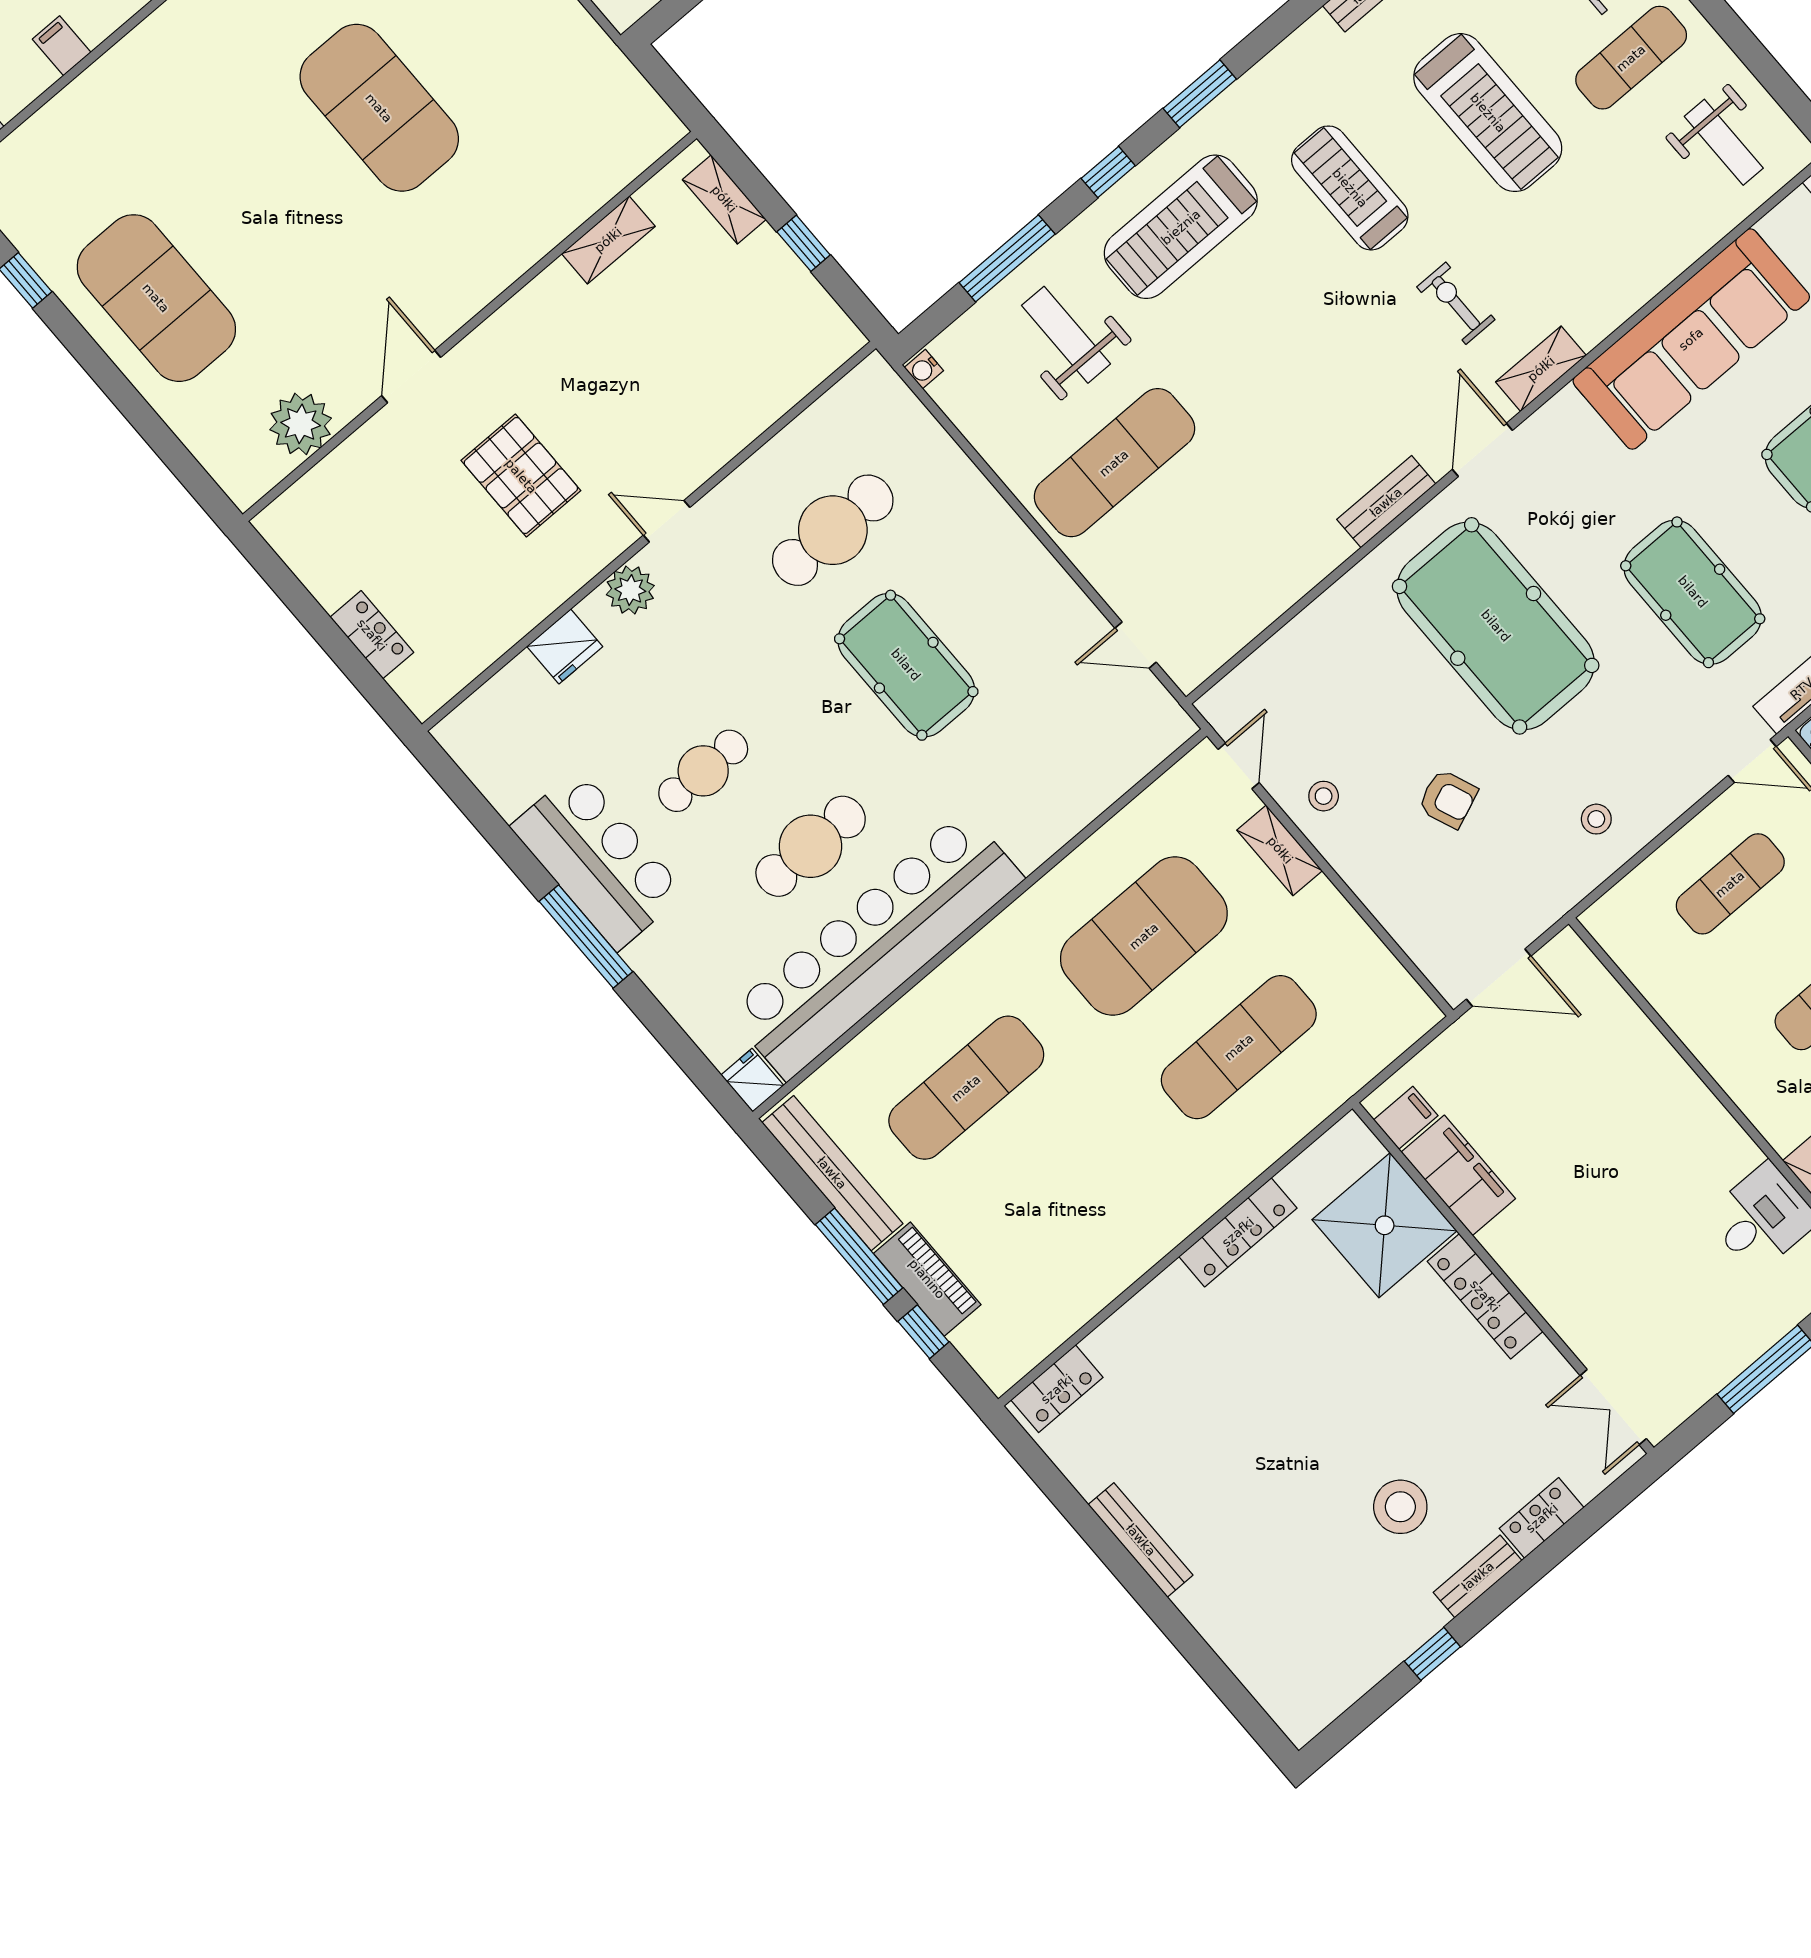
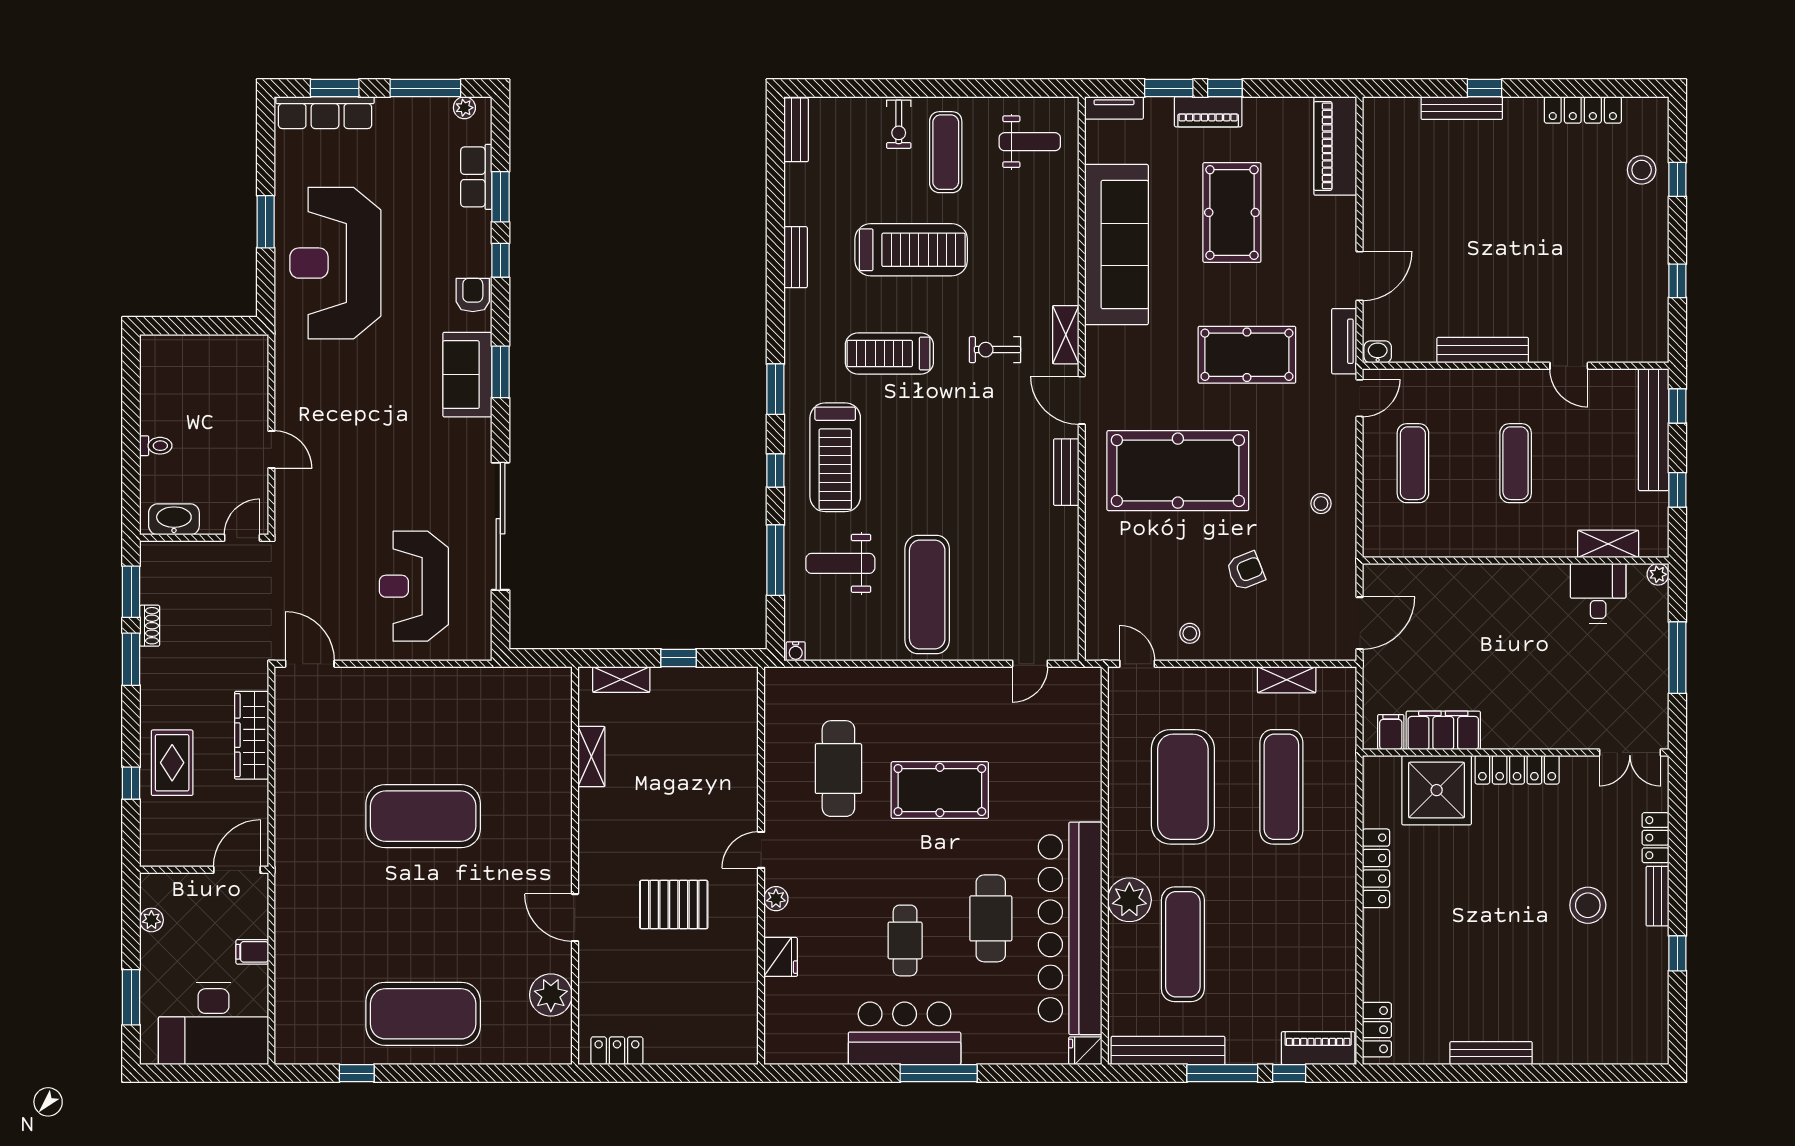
plant: (630, 590) -> (776, 899), width x0.73, depth x0.73
locker: (372, 635) -> (617, 1051), moved
shelving: (1280, 850) -> (1287, 680), moved
plant: (965, 985) -> (1129, 900), added
piano: (927, 1279) -> (1318, 1048), moved

